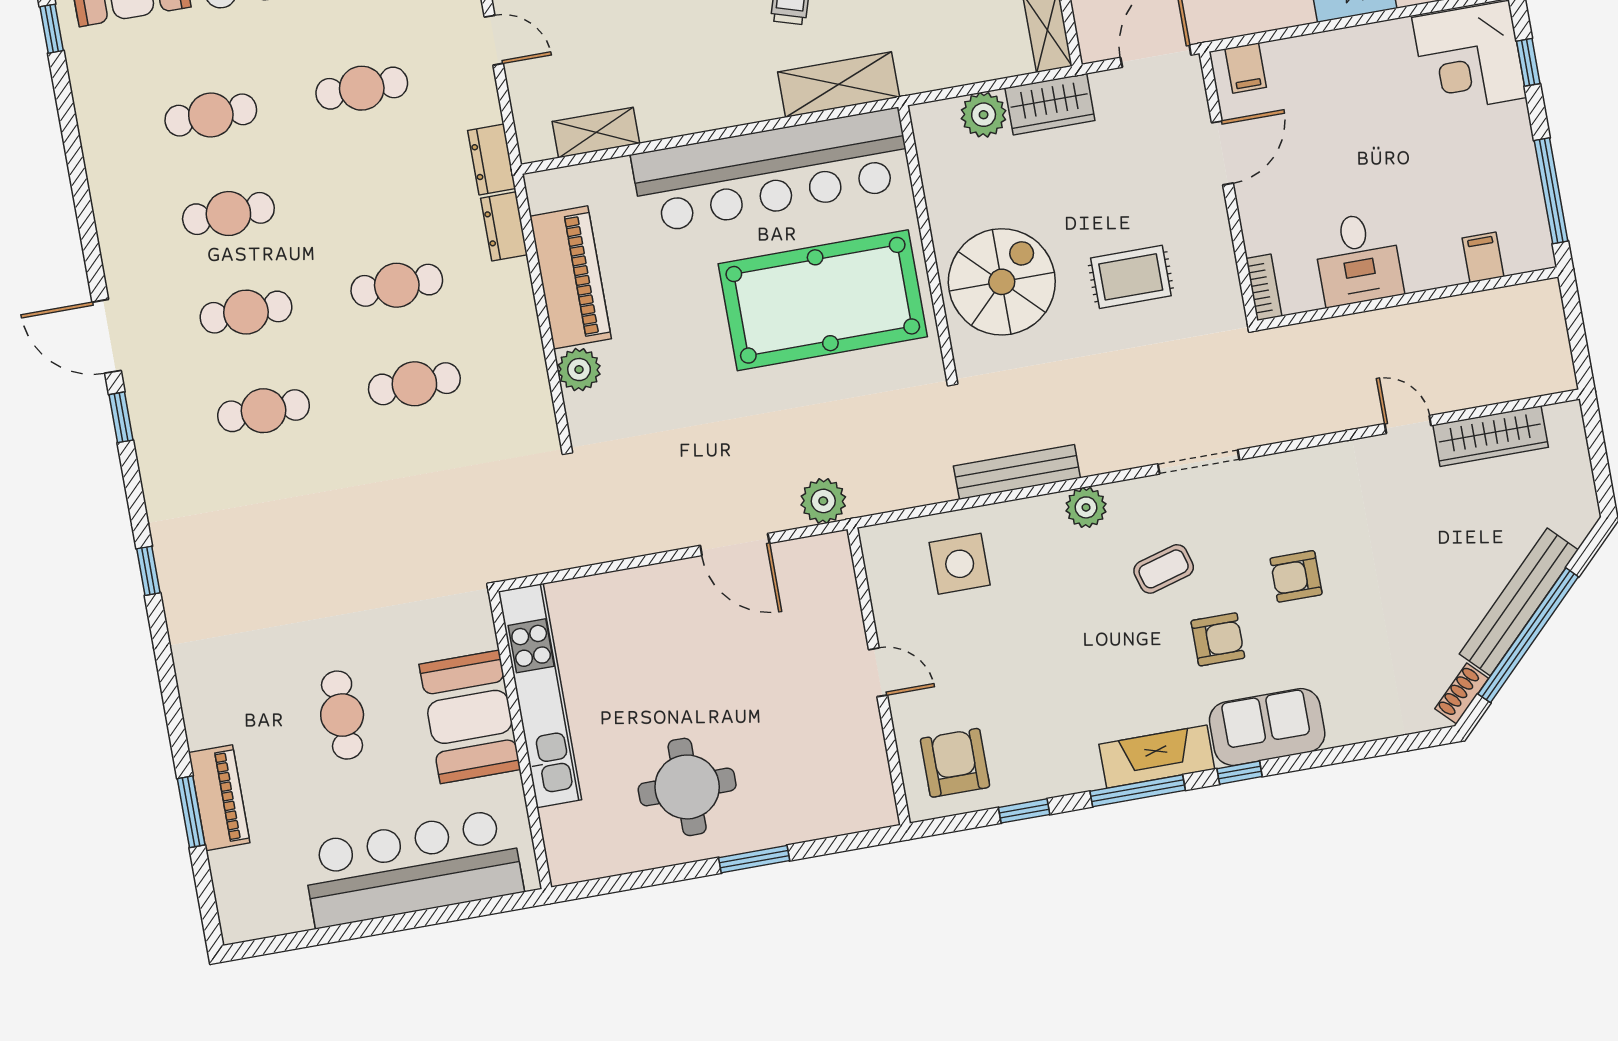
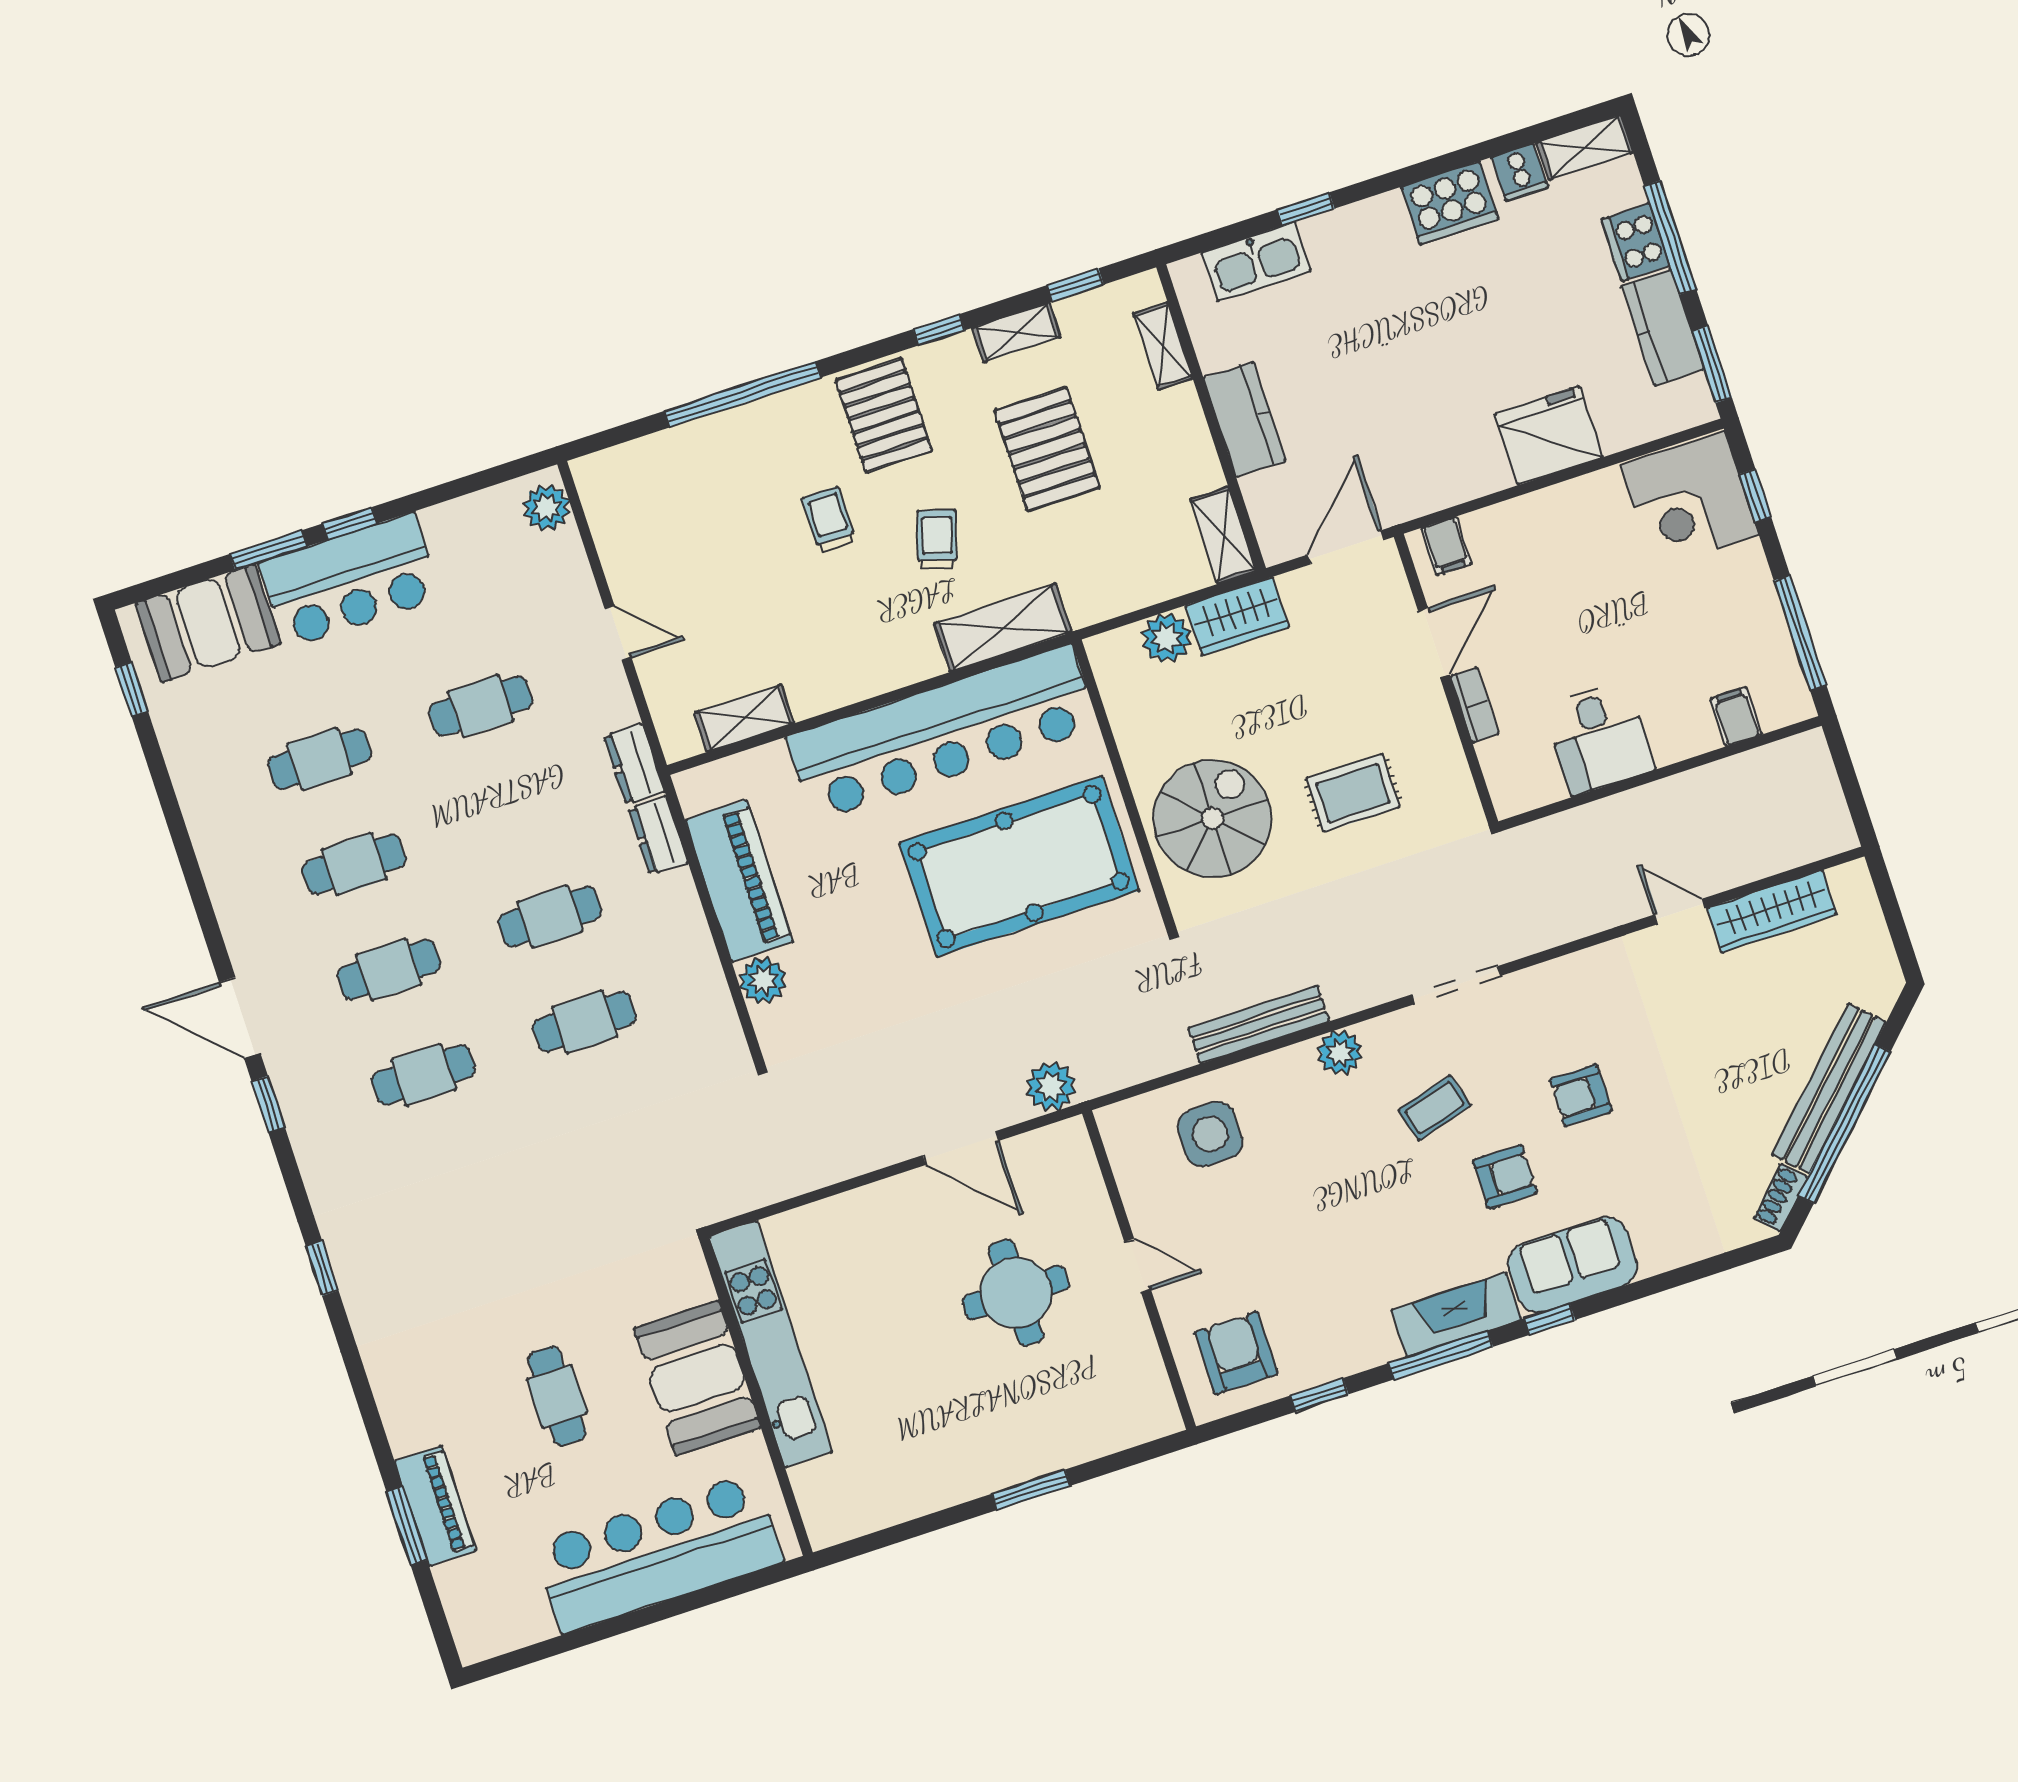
bookcase: (1264, 287) -> (1475, 705), moved
round table: (687, 787) -> (1016, 1293), moved

